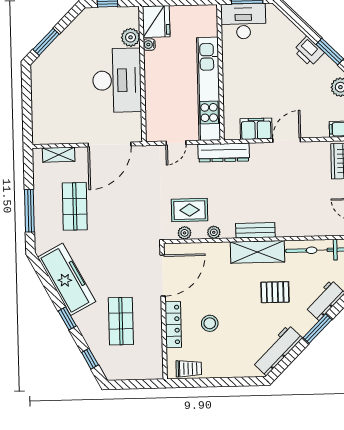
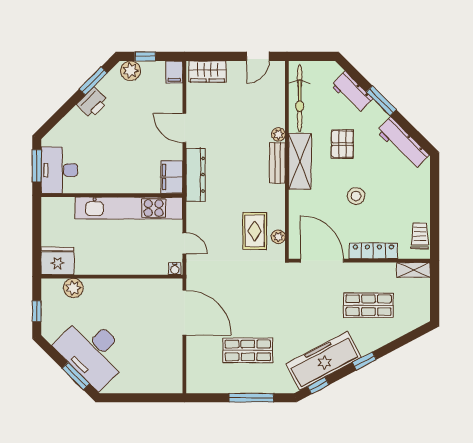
water cooler: (149, 45) -> (175, 269), moved
desk: (117, 80) -> (93, 351), moved, turned -135
filing cabinet: (256, 129) -> (172, 177), moved
dresser: (224, 153) -> (196, 175), moved
shelving: (59, 155) -> (414, 270), moved, turned 90
plant: (214, 232) -> (278, 134), moved
stool: (210, 323) -> (356, 196), moved
window: (90, 359) -> (318, 386), moved

